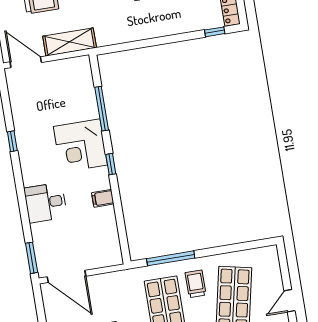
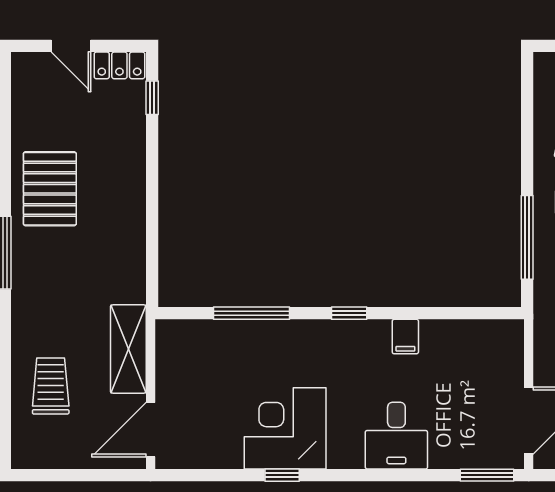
corner desk: (80, 146) -> (285, 428), moved, turned 180

